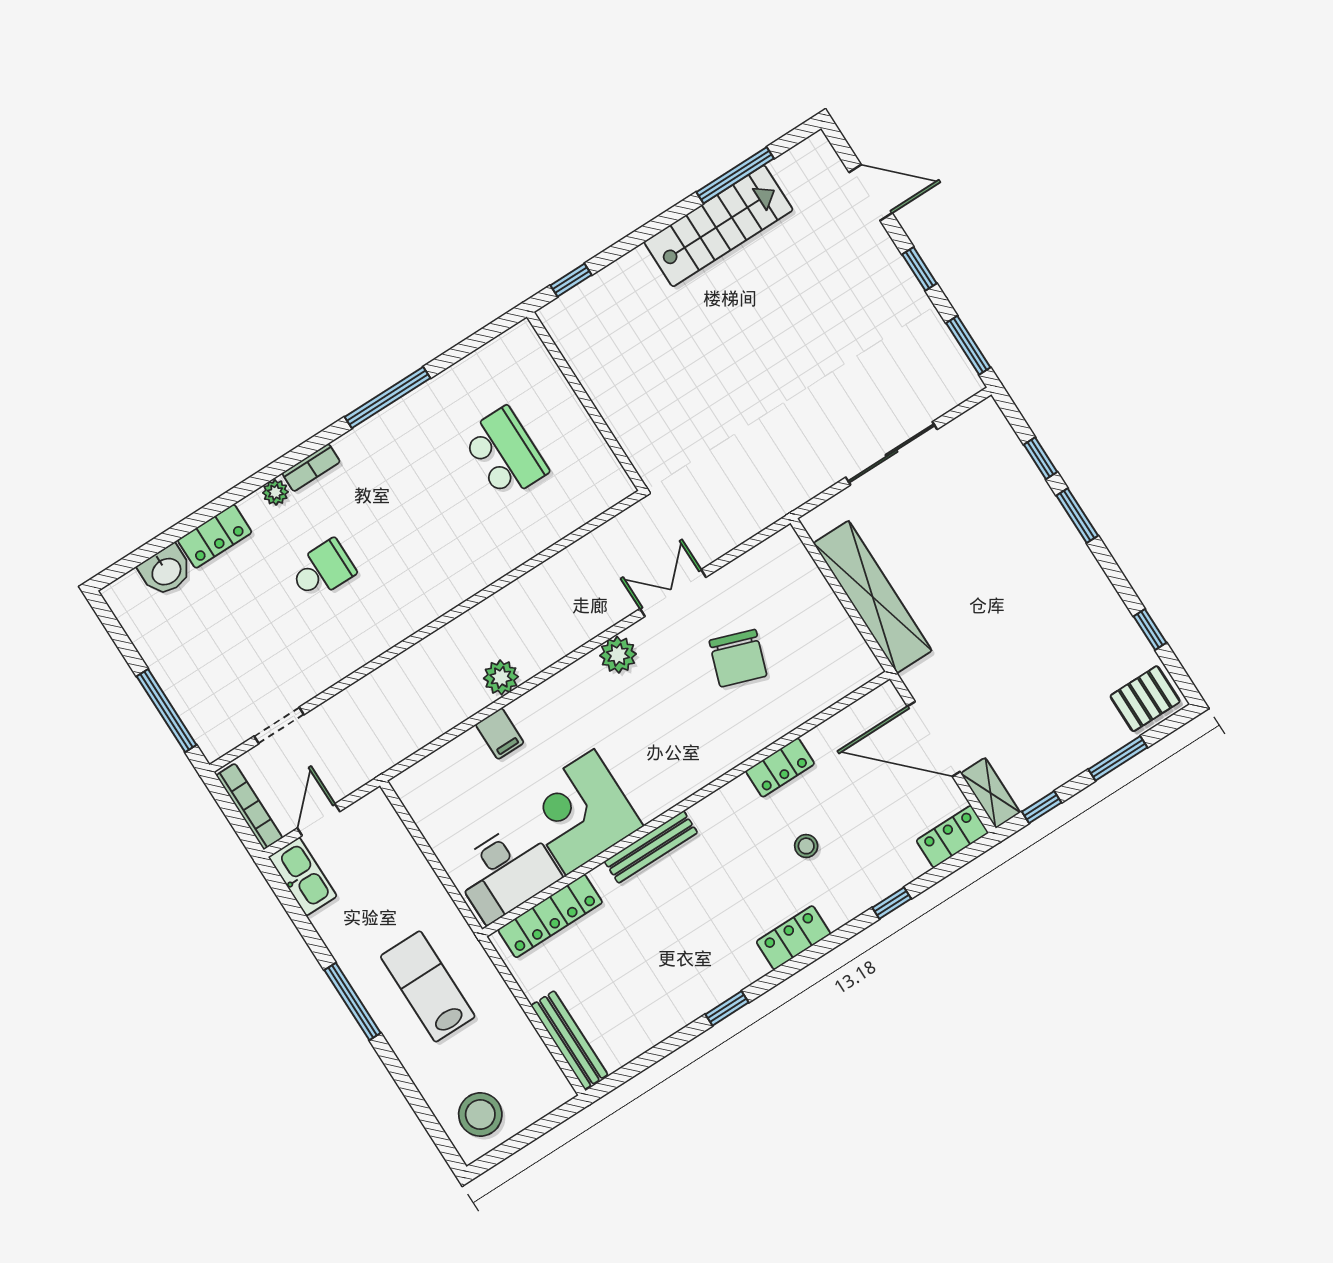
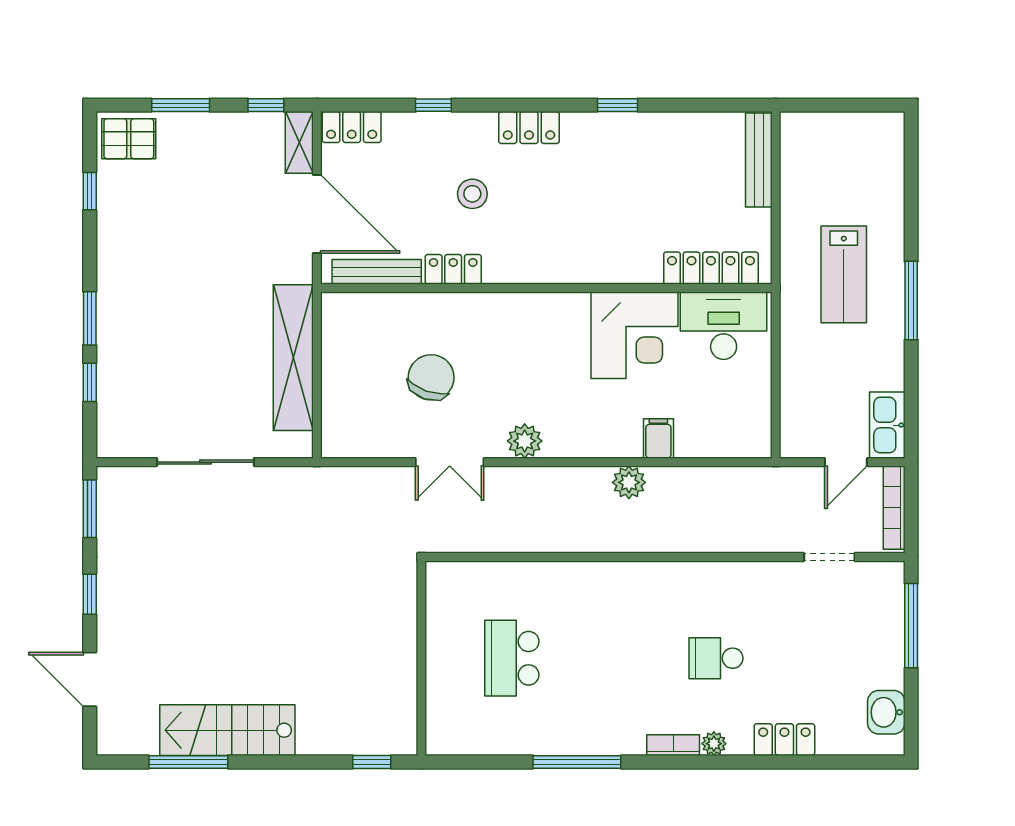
washbasin: (166, 571) -> (886, 712), moved, turned -90
stool: (806, 846) -> (472, 194), width x1.37, depth x1.37
bench: (651, 847) -> (377, 272), moved
stool: (480, 1115) -> (867, 146), removed

